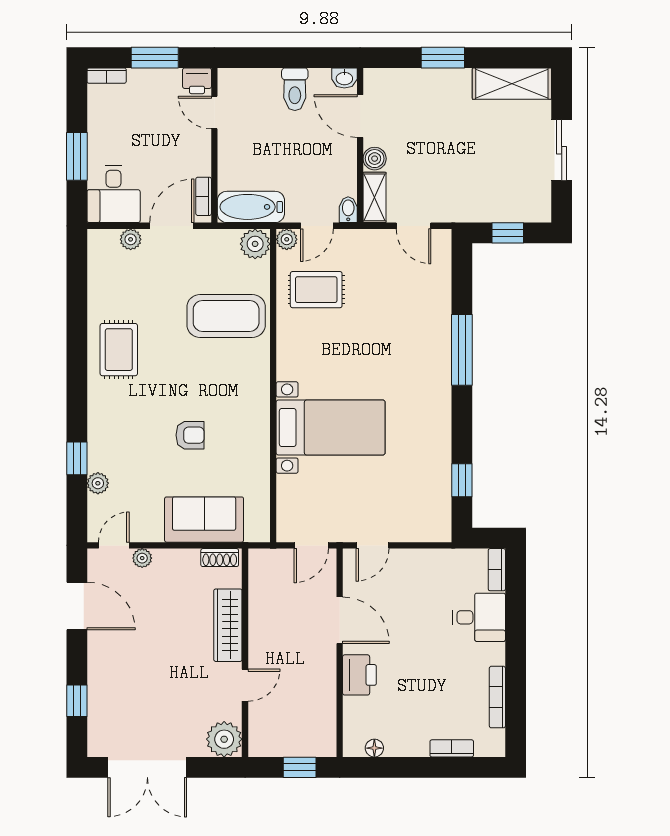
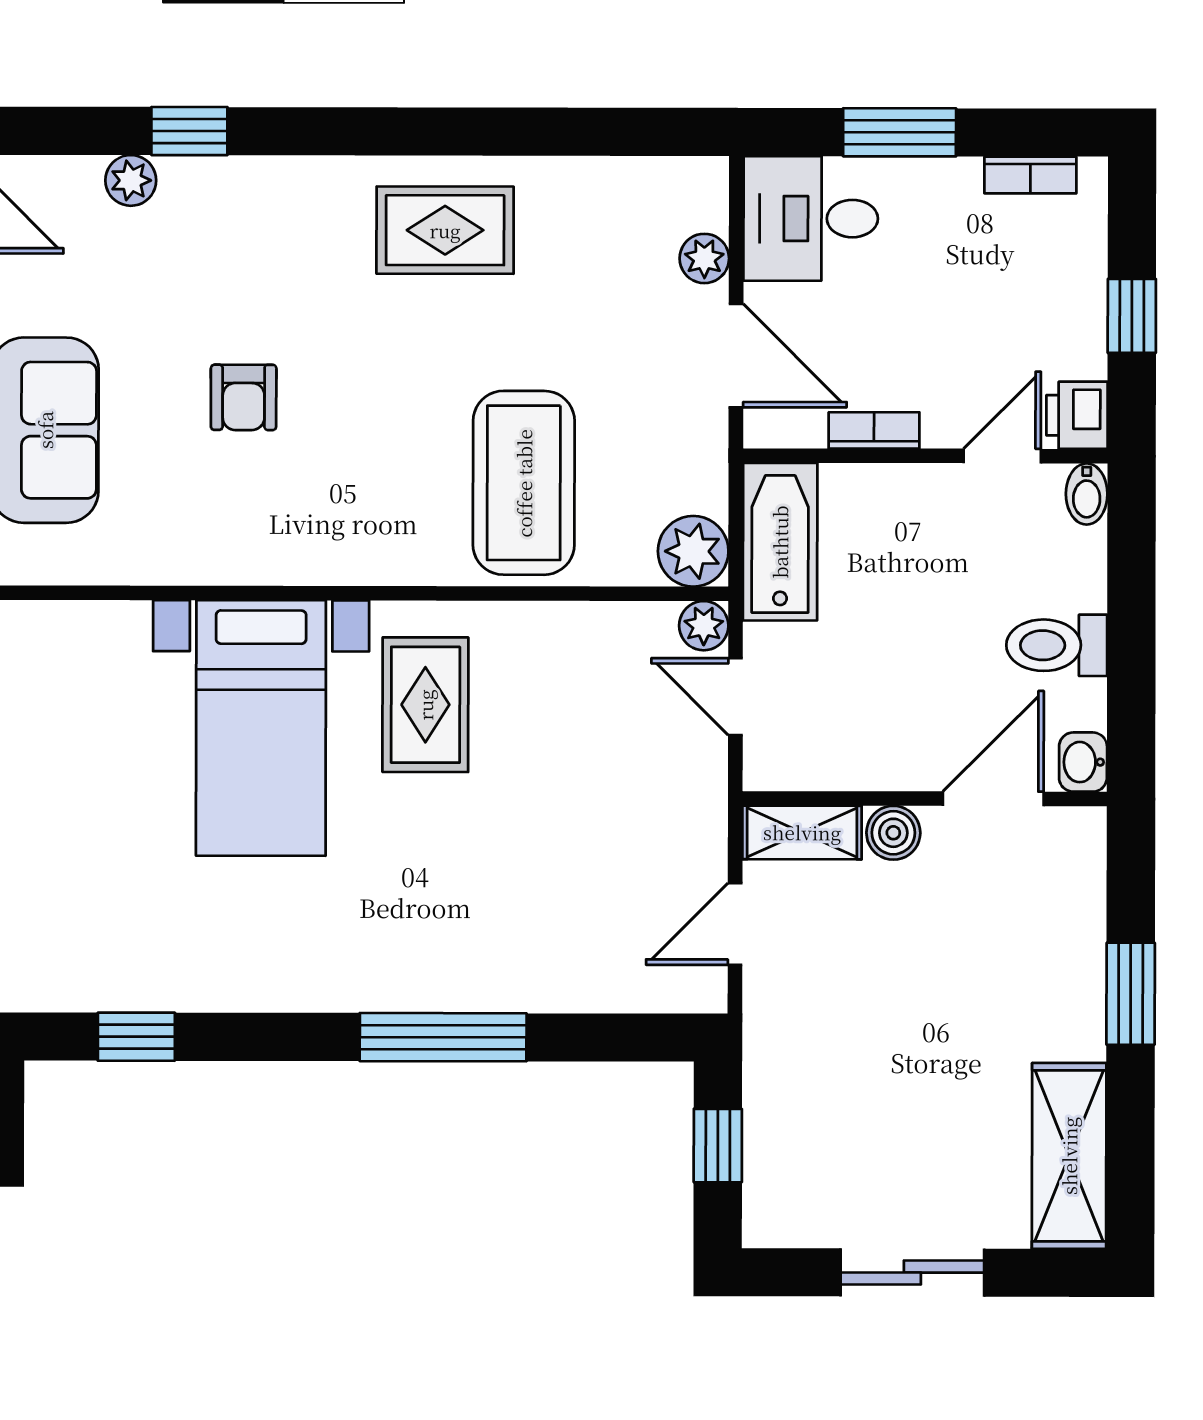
window: (155, 58) -> (1132, 316), width x0.67
bookcase: (107, 76) -> (1030, 175), moved, turned -90
bookcase: (204, 196) -> (874, 430), moved
bidet: (348, 210) -> (1087, 494), moved, turned 90
rug: (316, 290) -> (425, 705), moved

